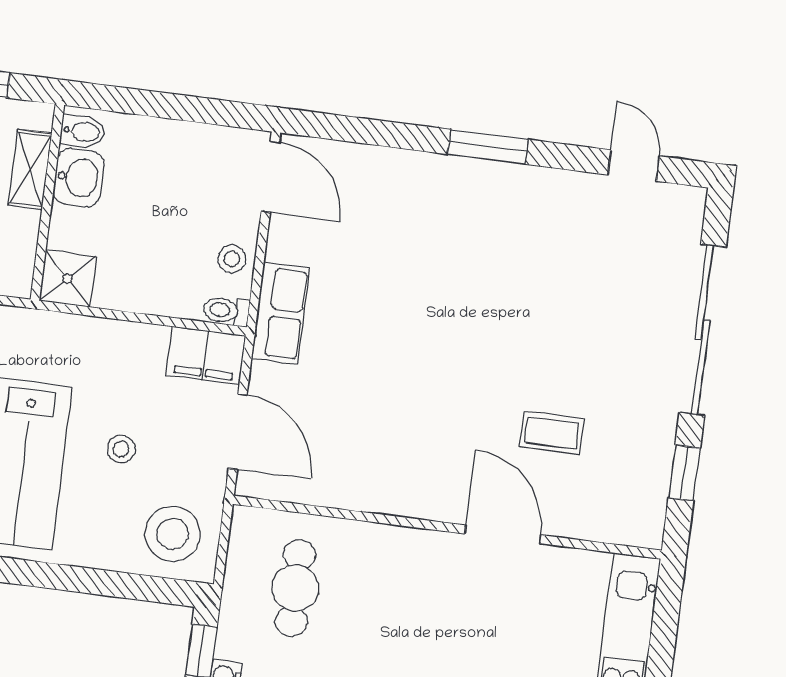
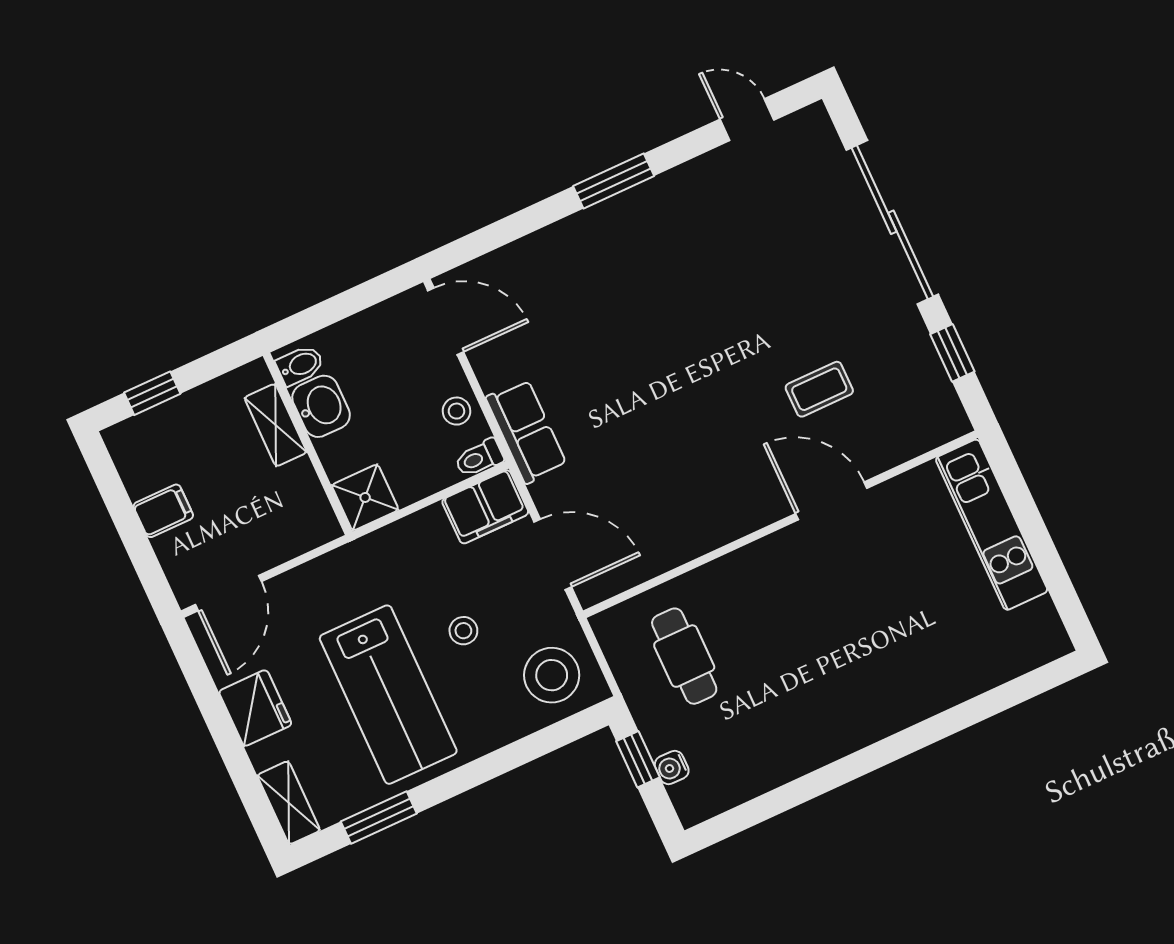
bidet: (83, 132) -> (300, 365), moved
shelving: (30, 169) -> (276, 425), moved
washbasin: (79, 178) -> (321, 406), moved
wall: (47, 202) -> (308, 444), moved
shower: (68, 279) -> (365, 497), moved

